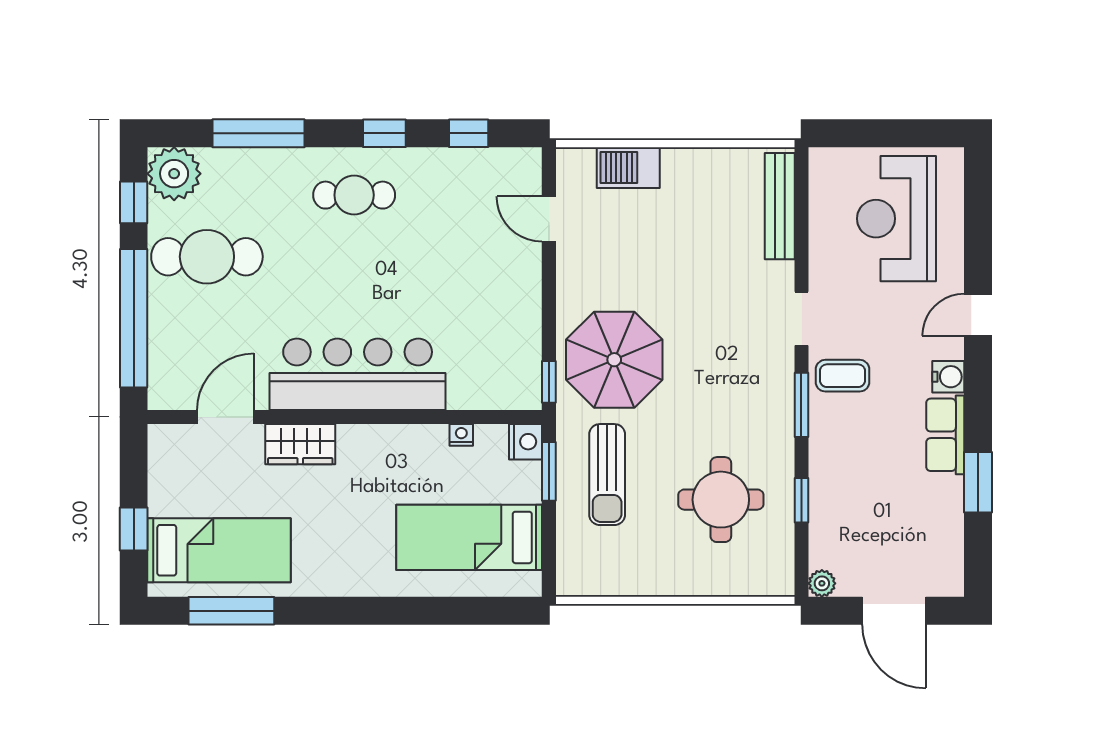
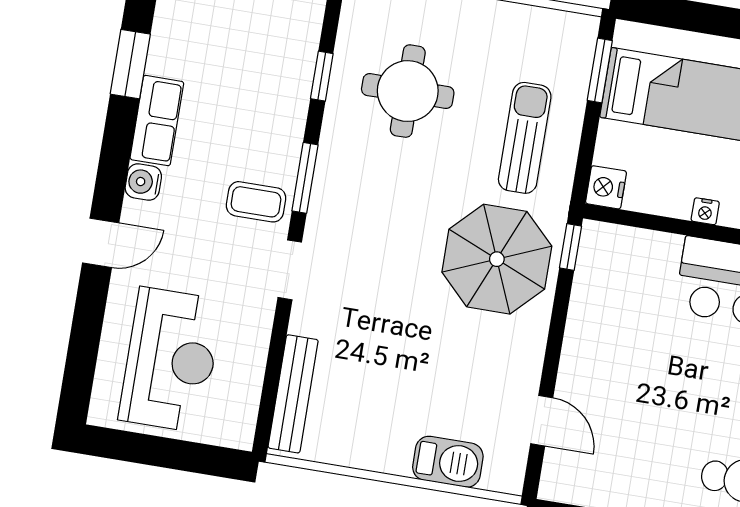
nightstand: (461, 435) -> (705, 211), moved
window: (549, 471) -> (600, 70), moved

